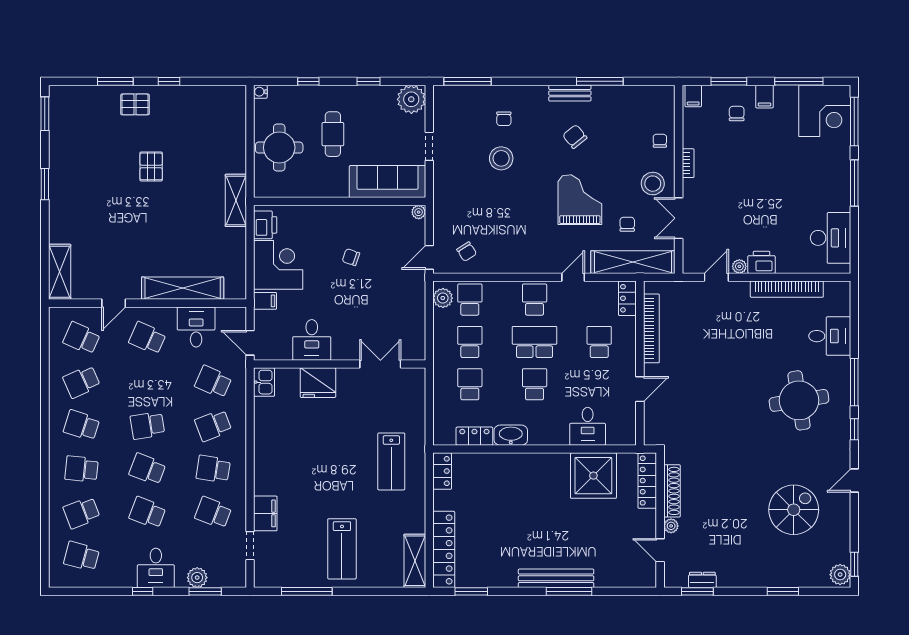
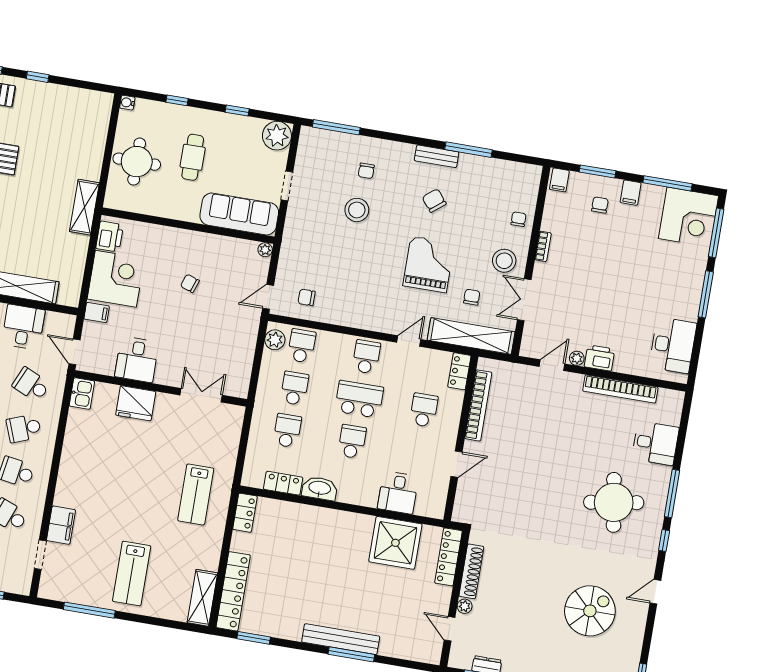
chair: (467, 252) -> (307, 297), turned 123

